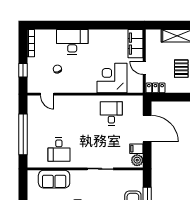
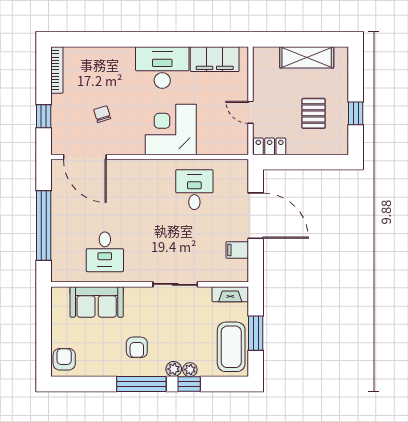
desk: (72, 42) -> (162, 67), moved
filing cabinet: (136, 44) -> (215, 59), moved, turned -90
corner desk: (112, 78) -> (171, 129), moved
door: (47, 94) -> (85, 157), width x1.88
plant: (137, 160) -> (238, 270), removed
fireplace: (132, 175) -> (230, 294), added

